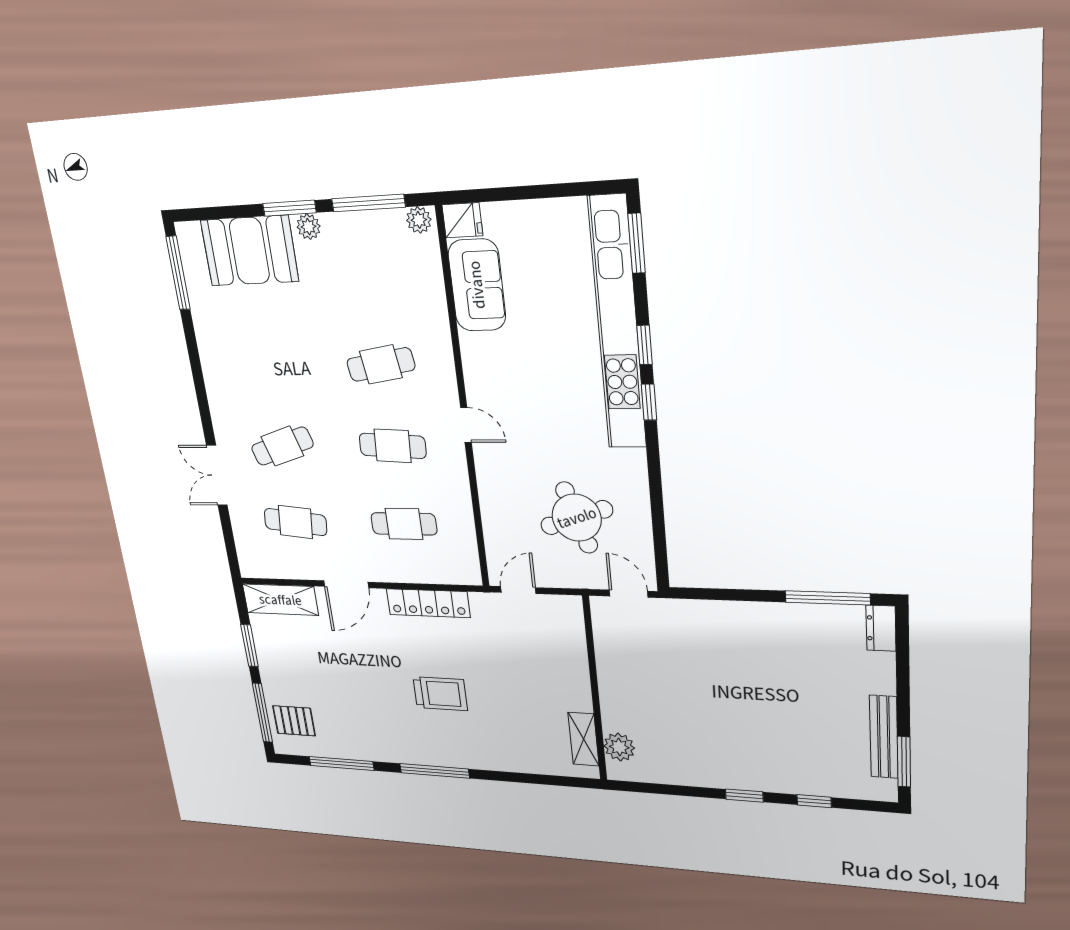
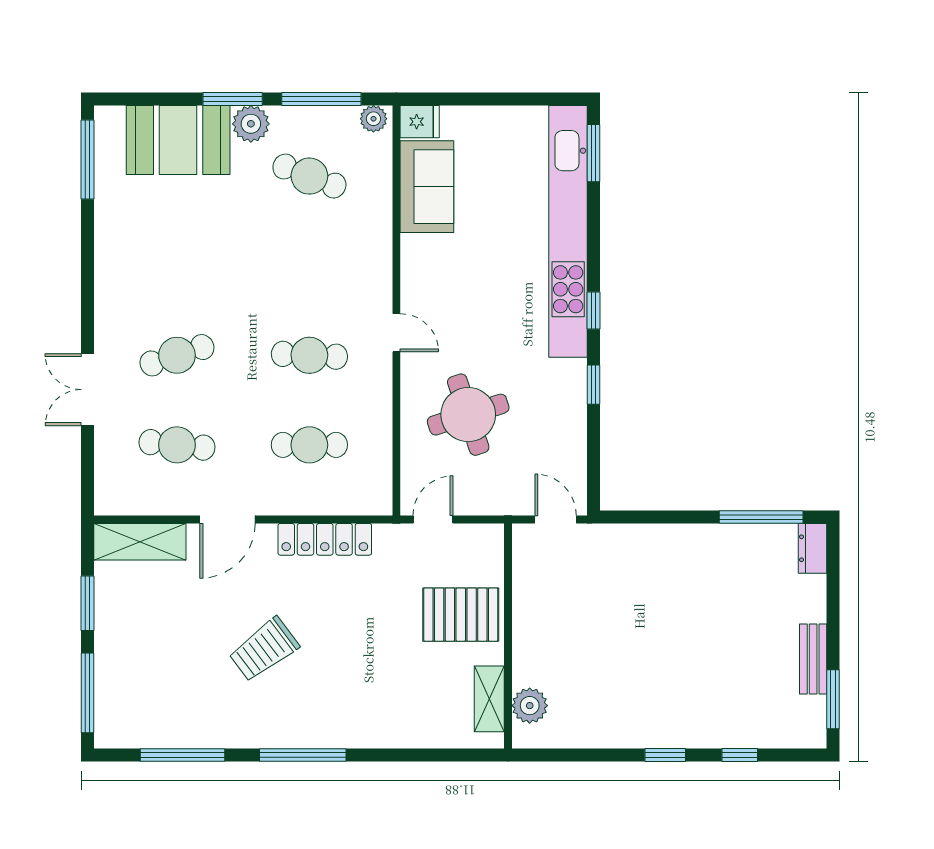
plant: (308, 227) -> (251, 124), width x1.38, depth x1.38
window: (645, 345) -> (594, 385), moved
cafe table: (381, 364) -> (309, 176), moved, turned 30
round table: (577, 518) -> (468, 415), moved
trolley: (440, 694) -> (264, 650), moved, turned 143
pallet: (294, 721) -> (461, 615), moved, width x1.50, depth x1.42
bench: (884, 737) -> (813, 659), width x0.73

